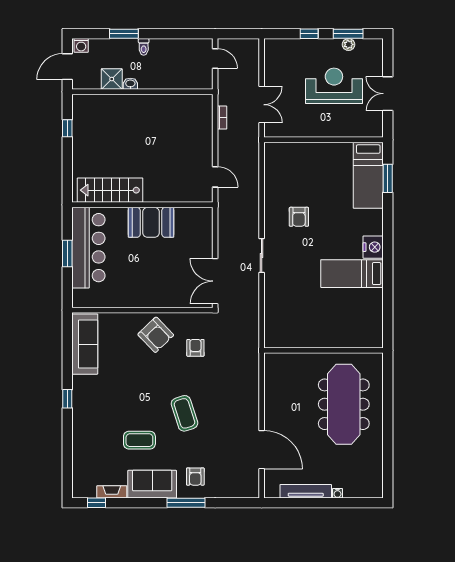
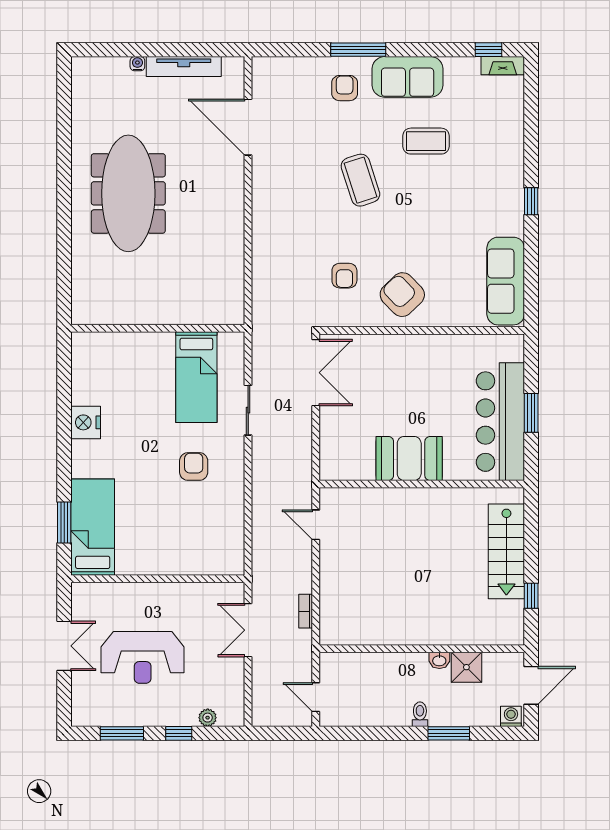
plant: (349, 44) -> (208, 718), moved
stairs: (110, 190) -> (506, 551), moved, turned 90
bed: (352, 274) -> (196, 377), moved, turned 90
wall: (324, 350) -> (158, 328), moved
fireplace: (112, 492) -> (503, 66), moved

